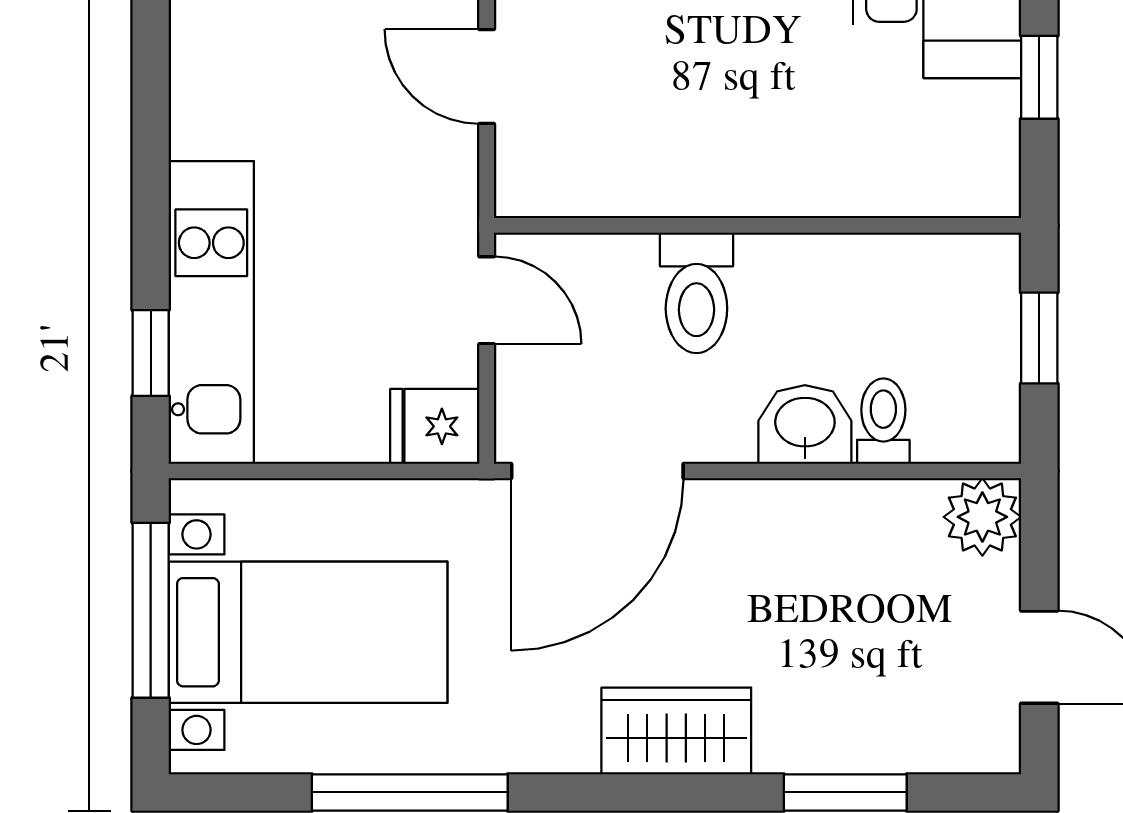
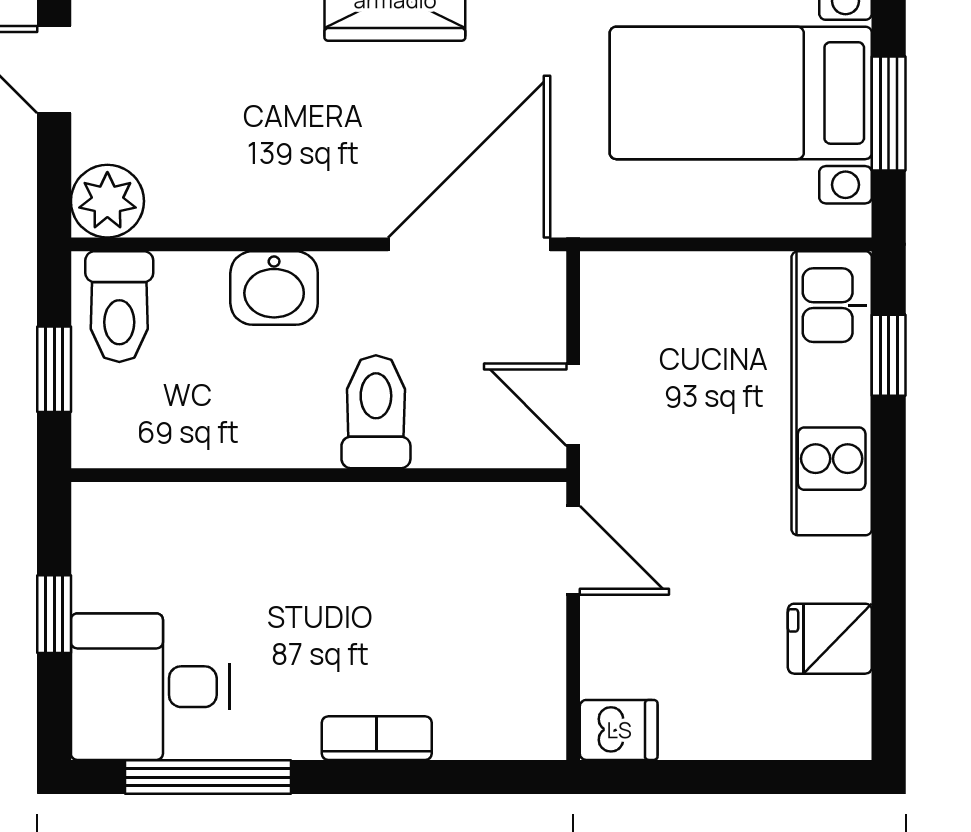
door: (487, 76) -> (573, 550), moved
toilet: (883, 421) -> (119, 307), moved, width x1.37, depth x1.39
fridge: (435, 426) -> (830, 639), moved, turned 180
window: (151, 610) -> (889, 113), width x0.69

